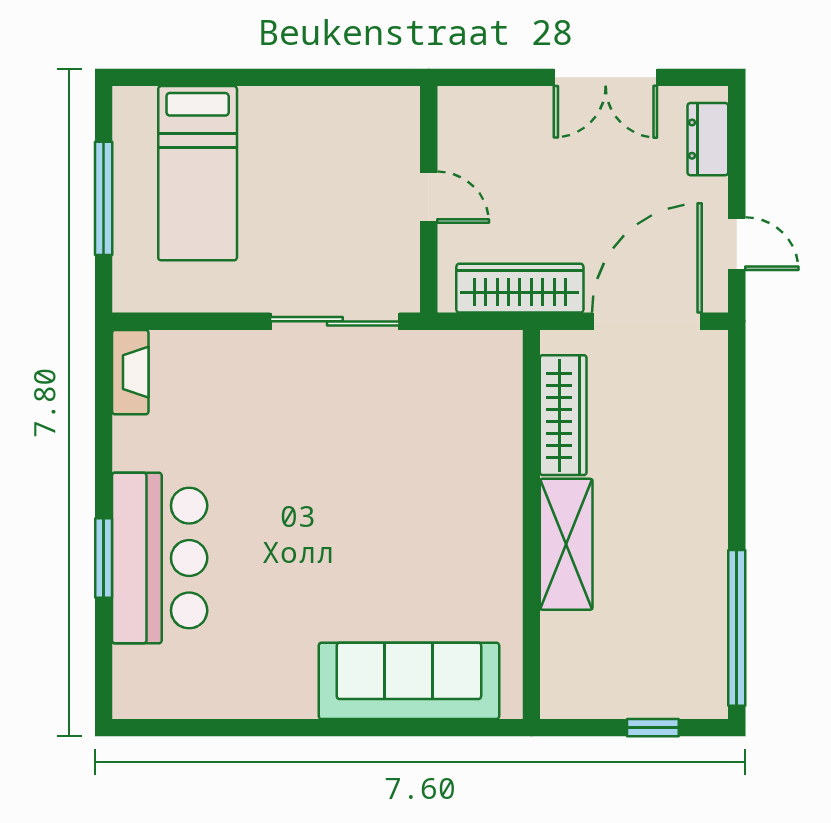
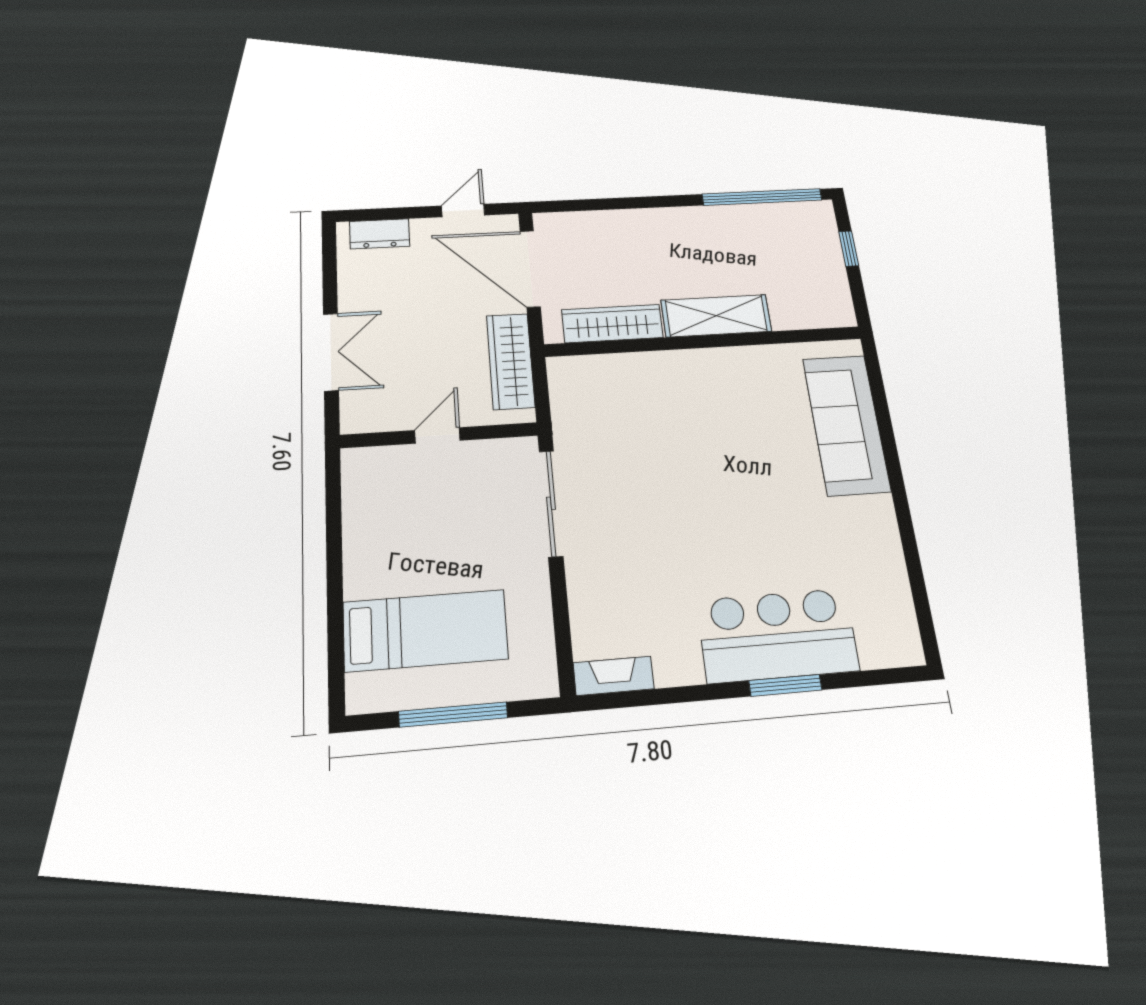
double door: (606, 77) -> (331, 352), moved

